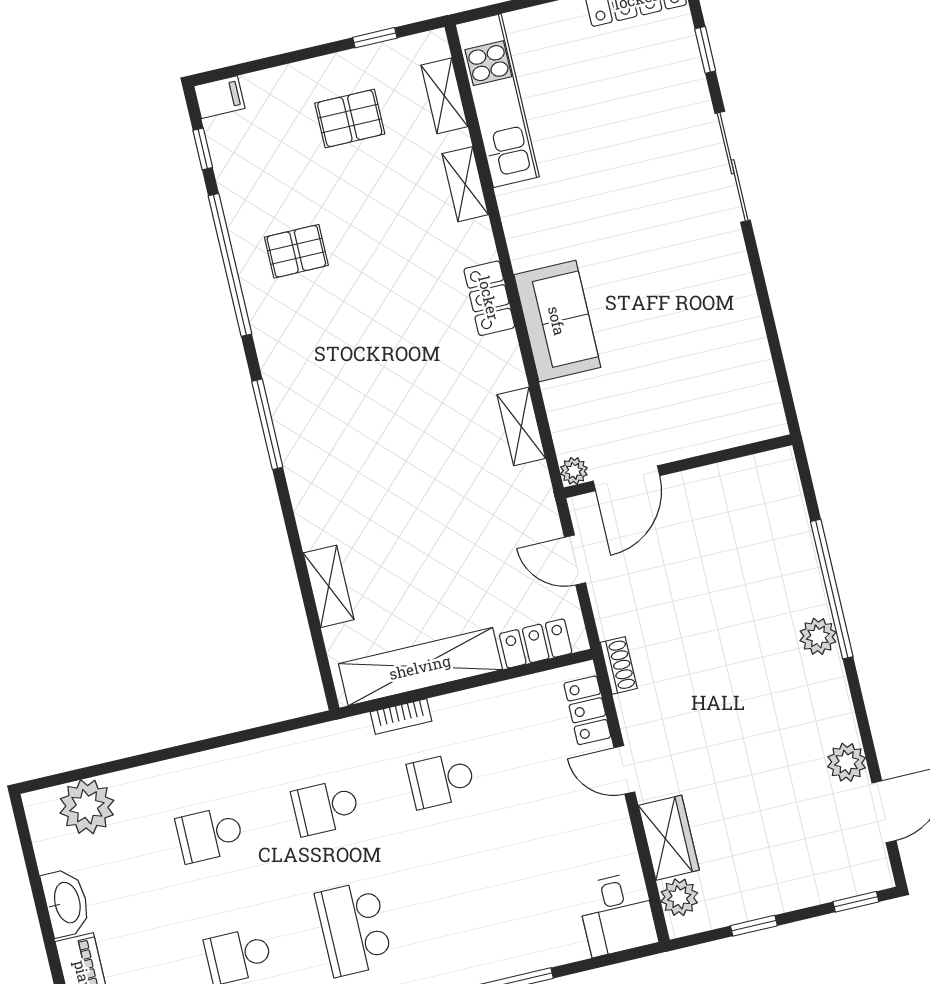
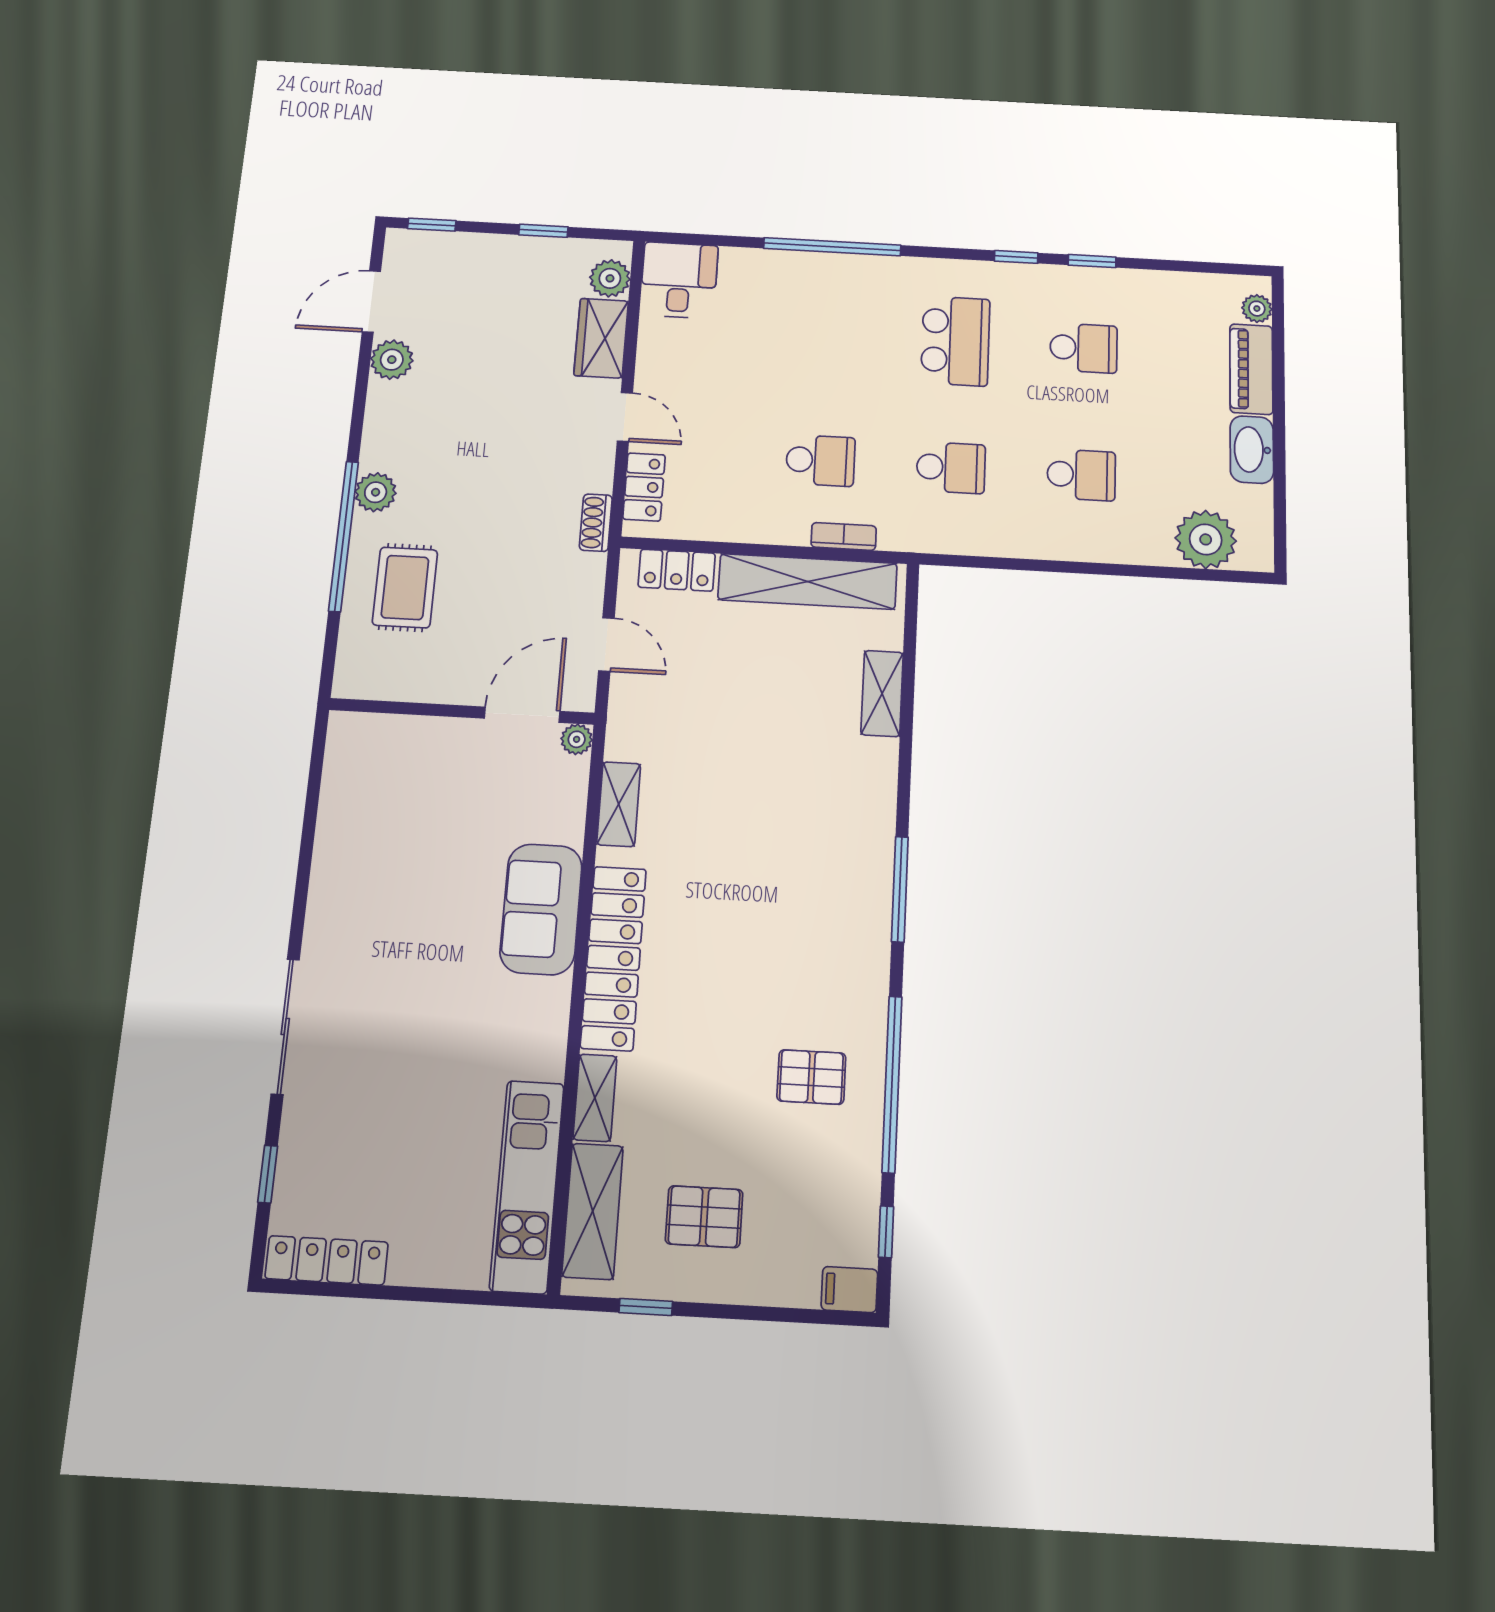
shelving: (444, 96) -> (593, 1211), width x1.50, depth x1.33
locker: (489, 298) -> (613, 958), width x2.16, depth x1.21
rug: (763, 559) -> (405, 587), added

